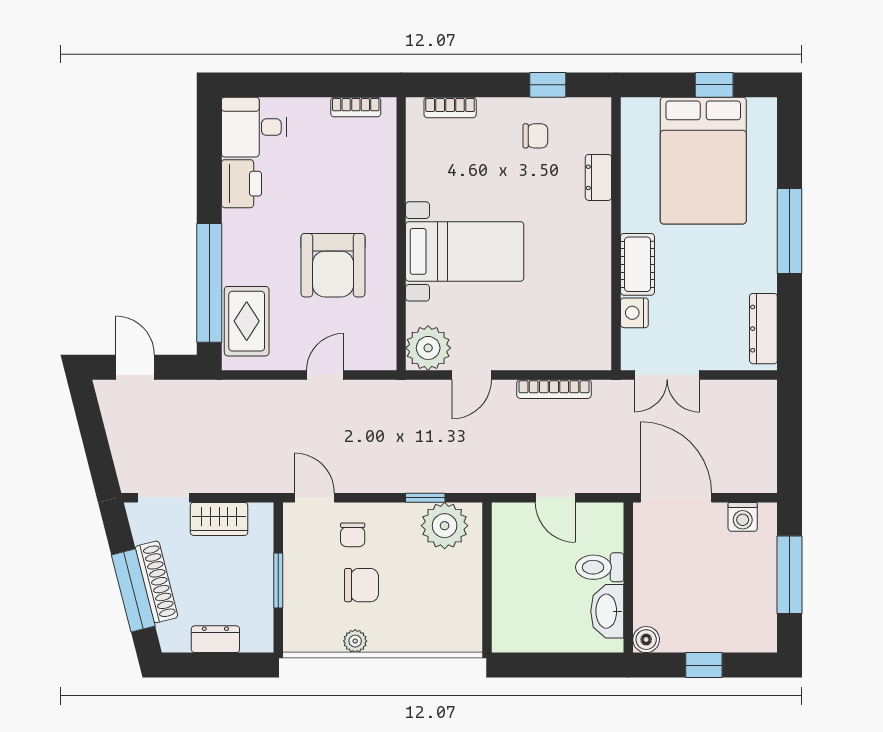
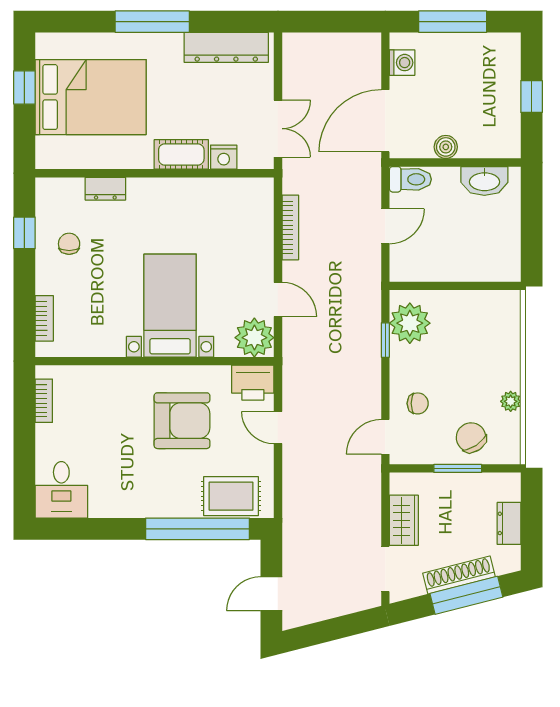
printer: (242, 184) -> (253, 383), moved, turned 180
dresser: (763, 329) -> (226, 47), width x1.37, depth x1.24
toilet: (600, 567) -> (410, 179), moved, turned -90
chair: (362, 585) -> (471, 438), moved, turned -34
boiler: (646, 640) -> (446, 147), moved

